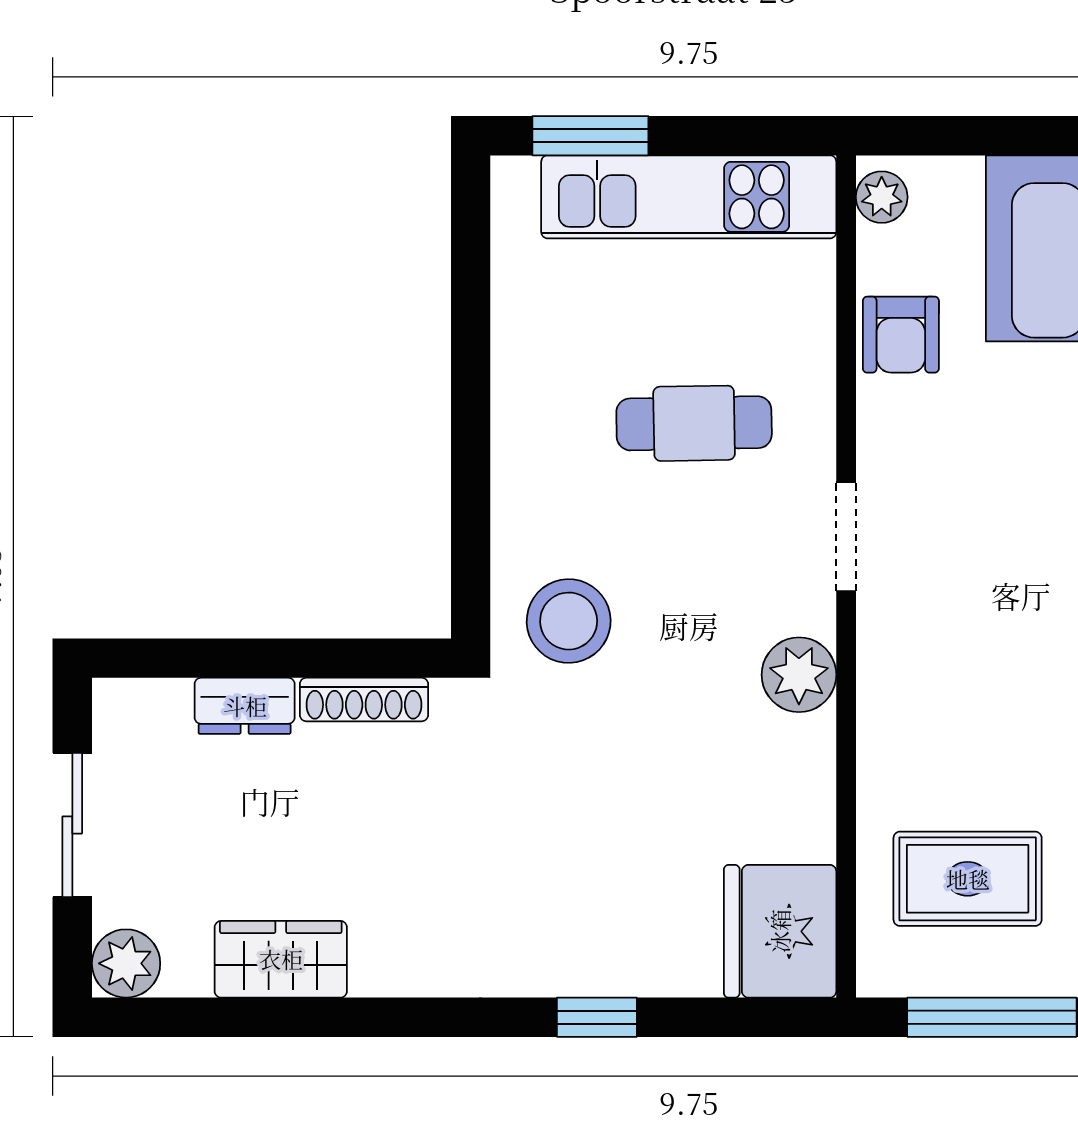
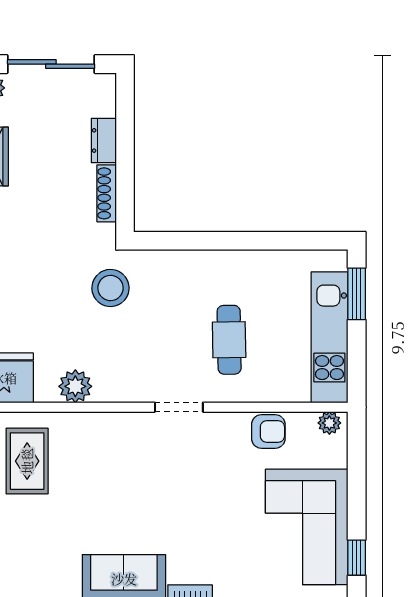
armchair: (901, 335) -> (268, 431), turned 180
stool: (569, 621) -> (110, 288), moved
plant: (799, 675) -> (75, 386), moved
sliding door: (72, 825) -> (51, 64), width x1.37

